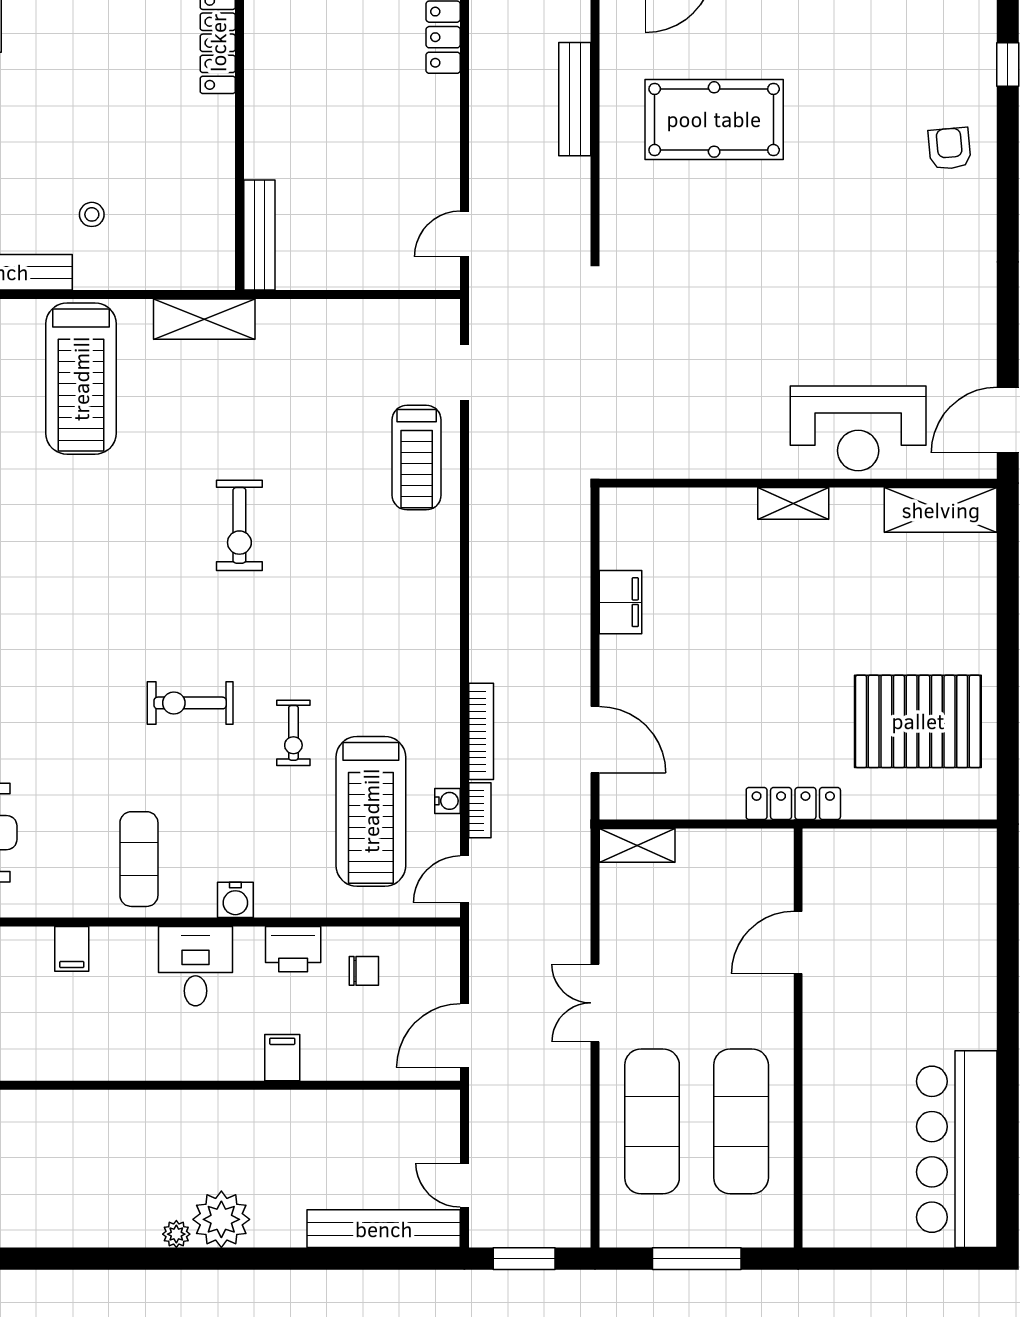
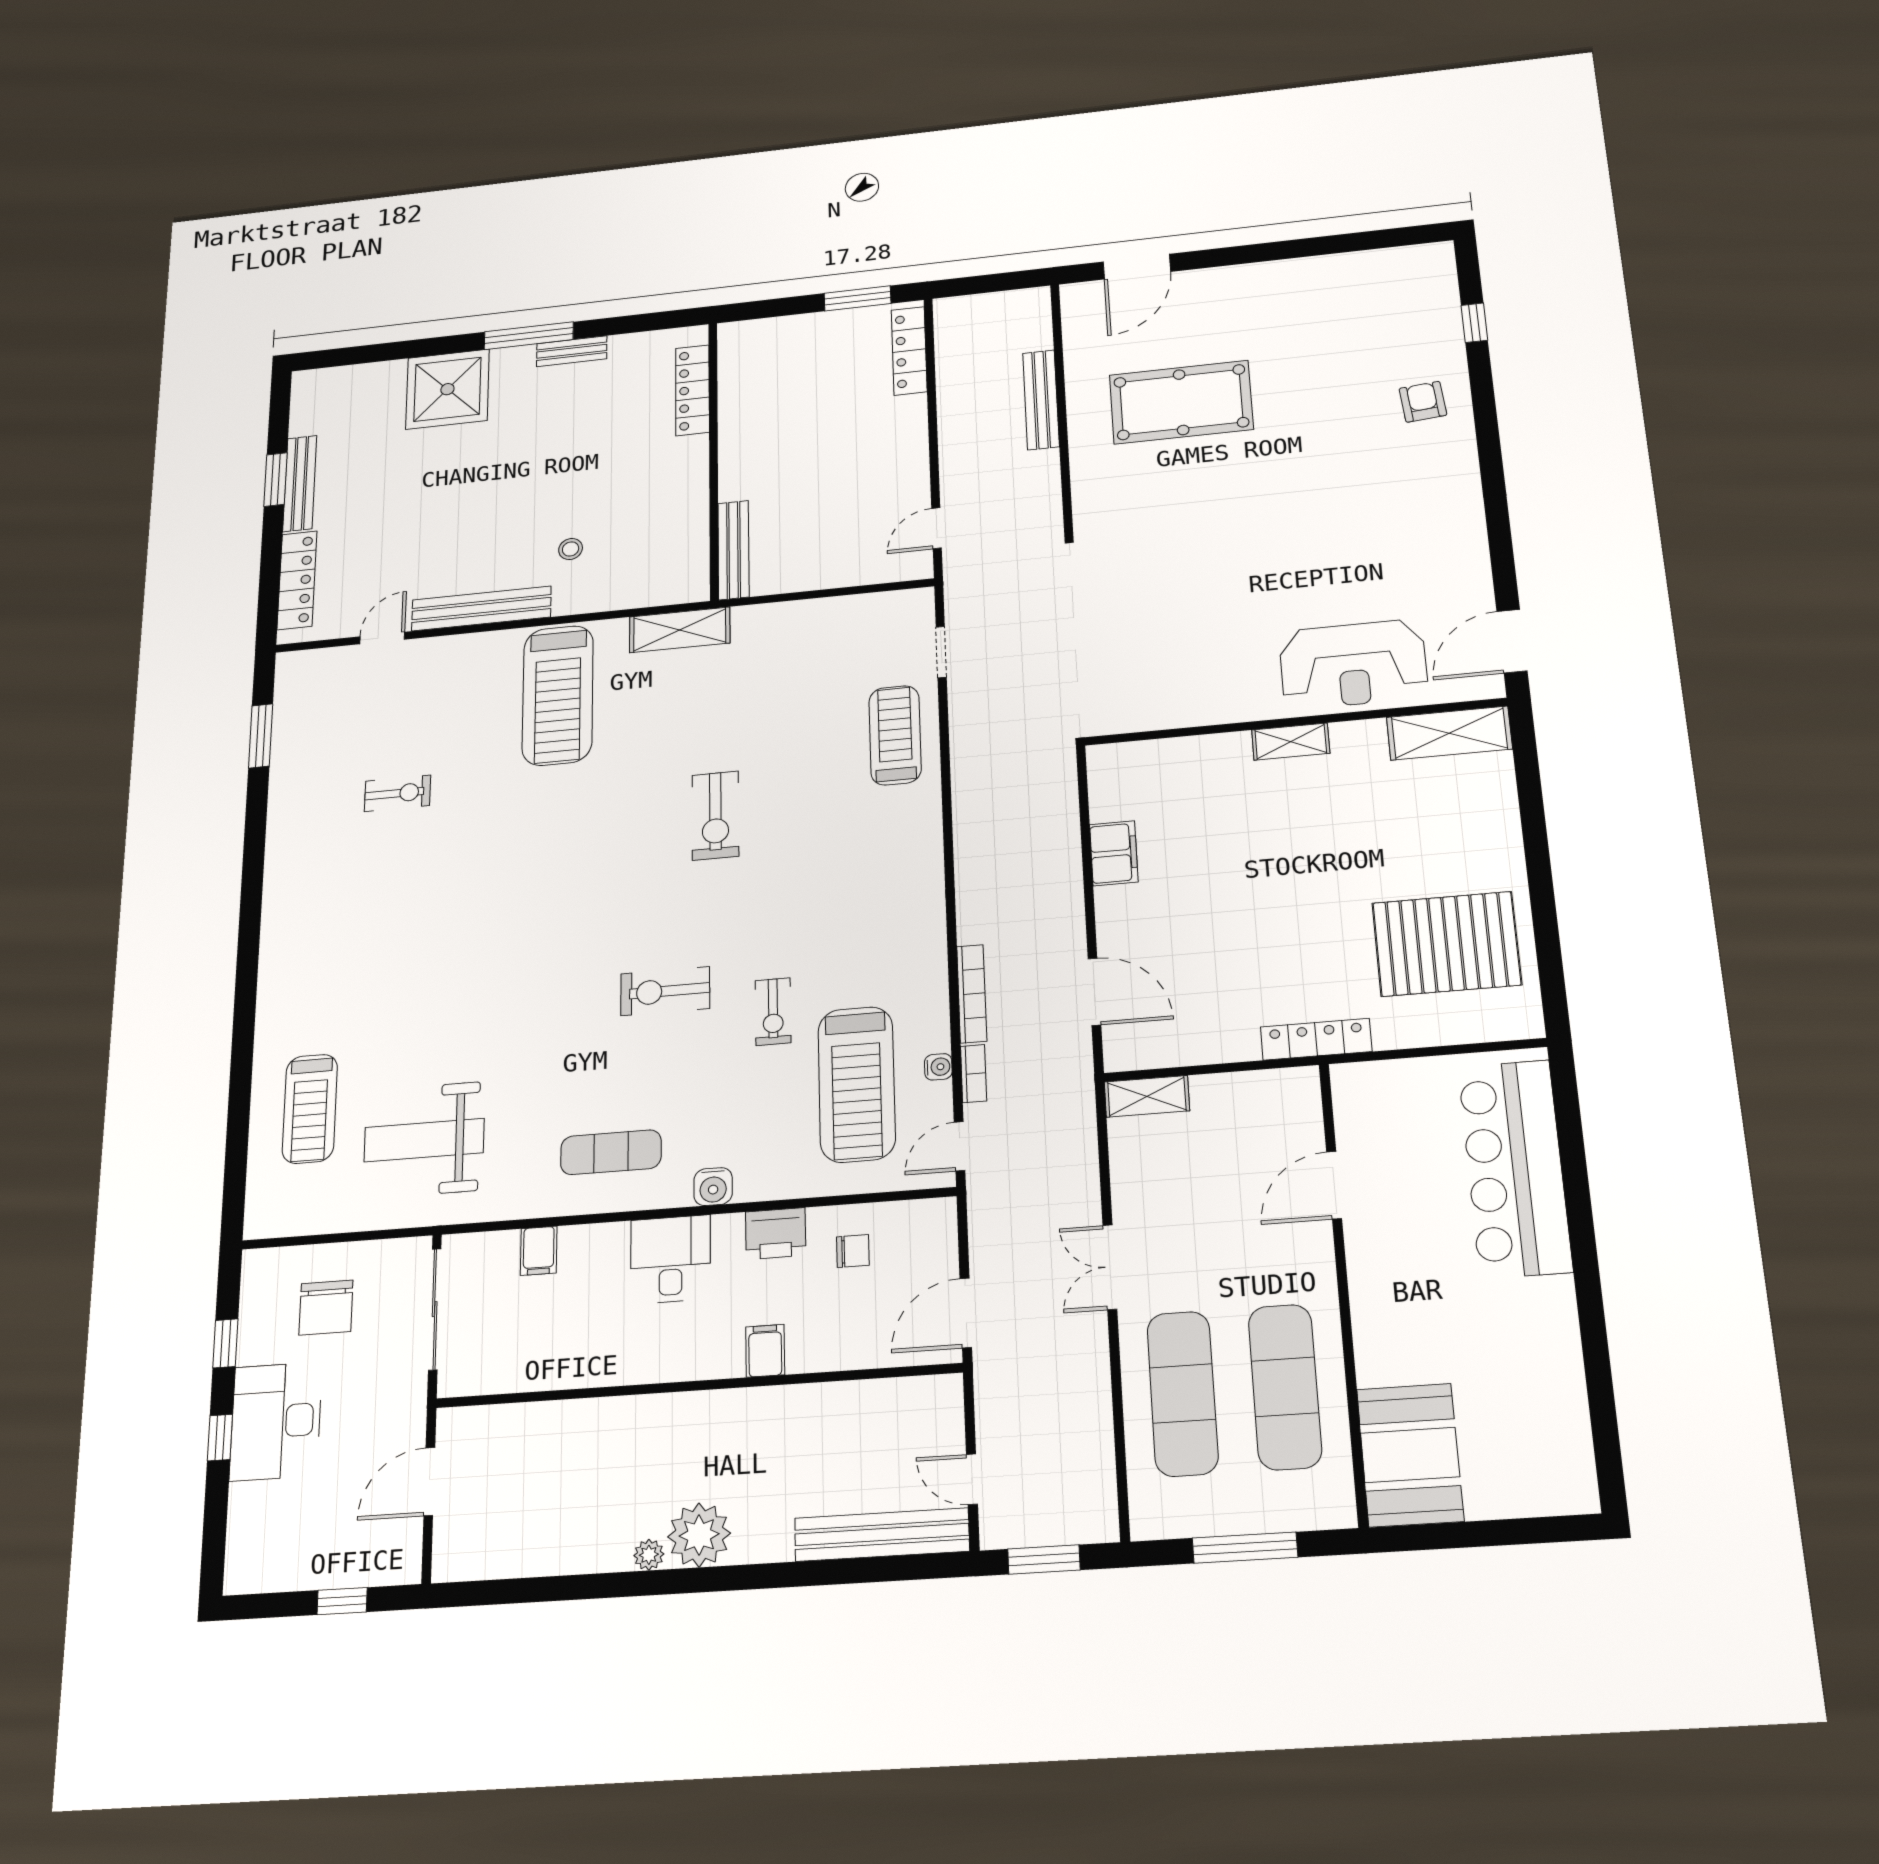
treadmill: (417, 458) -> (895, 735), turned 180
exercise mat: (139, 859) -> (611, 1152), turned 90
bar counter: (957, 1149) -> (1515, 1168), moved
booth: (843, 1188) -> (1410, 1455), added

